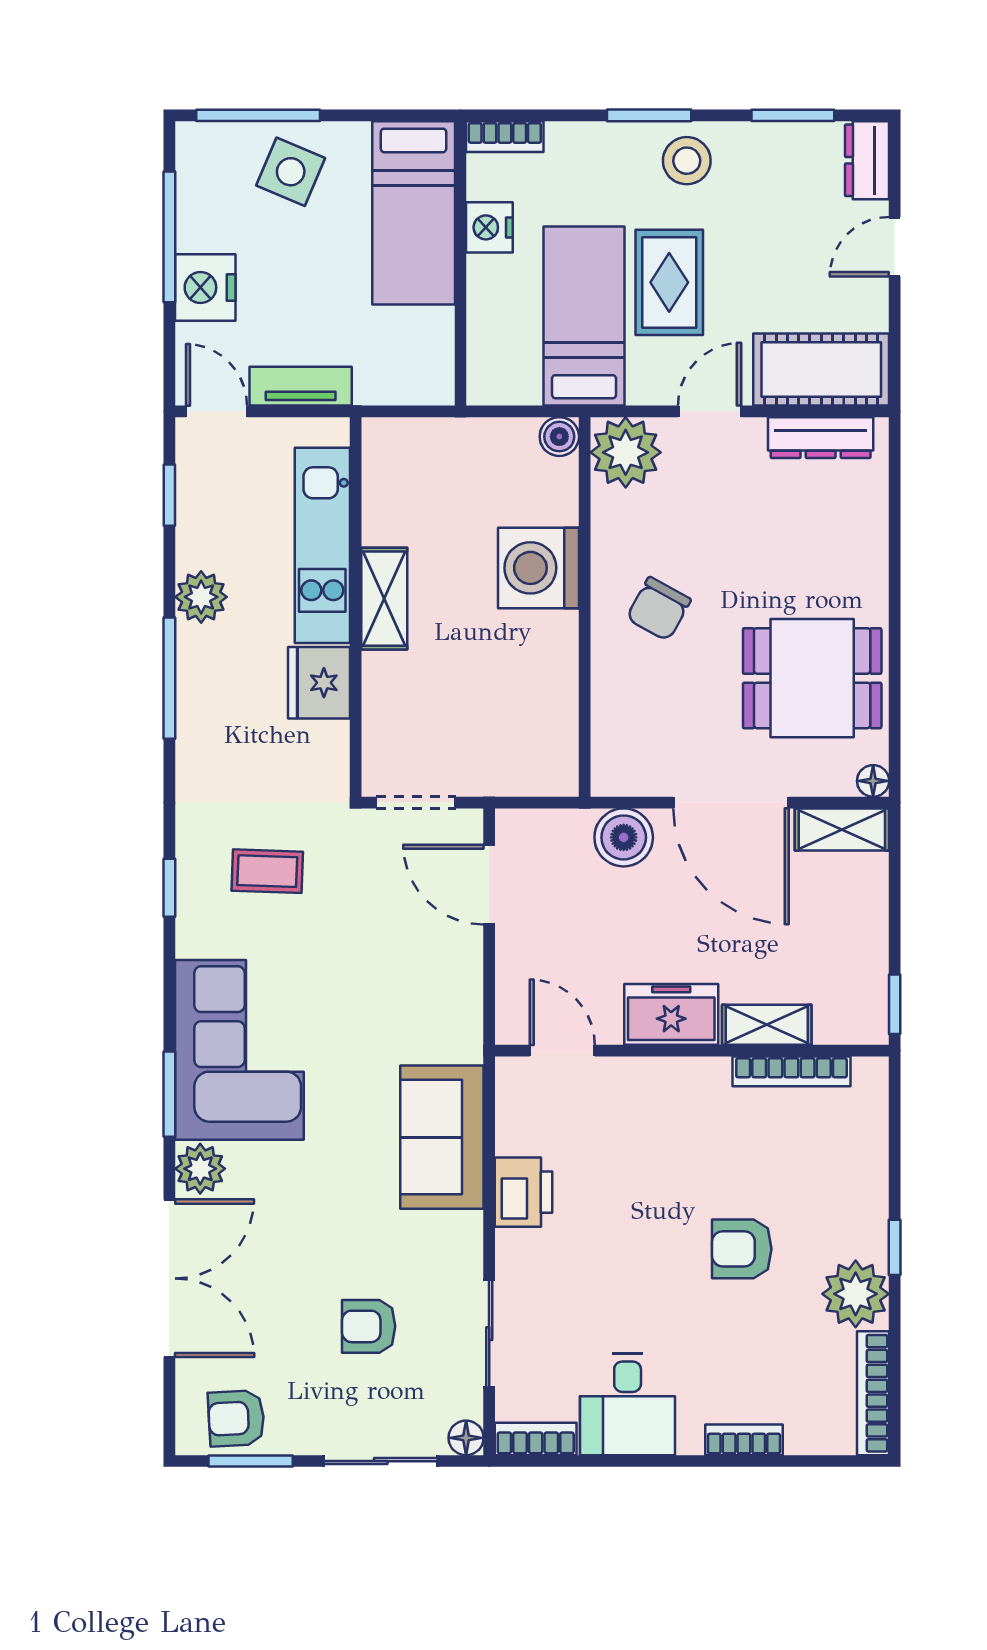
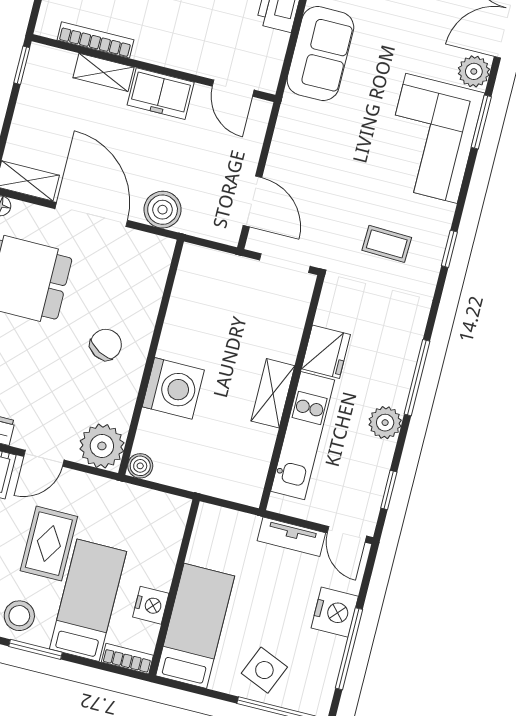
bed: (584, 316) -> (88, 600), moved, turned 180

